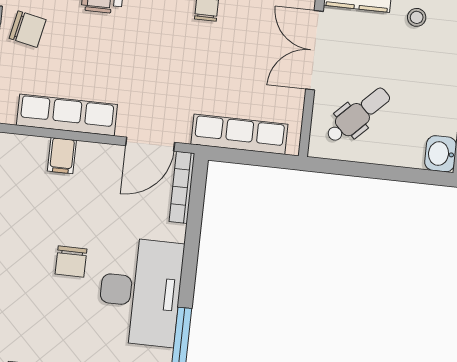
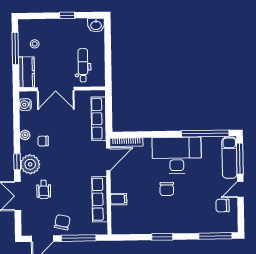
dental chair: (358, 115) -> (83, 65), turned 45
door: (150, 144) -> (108, 159), hinge flipped
chair: (71, 261) -> (167, 189), turned 90

